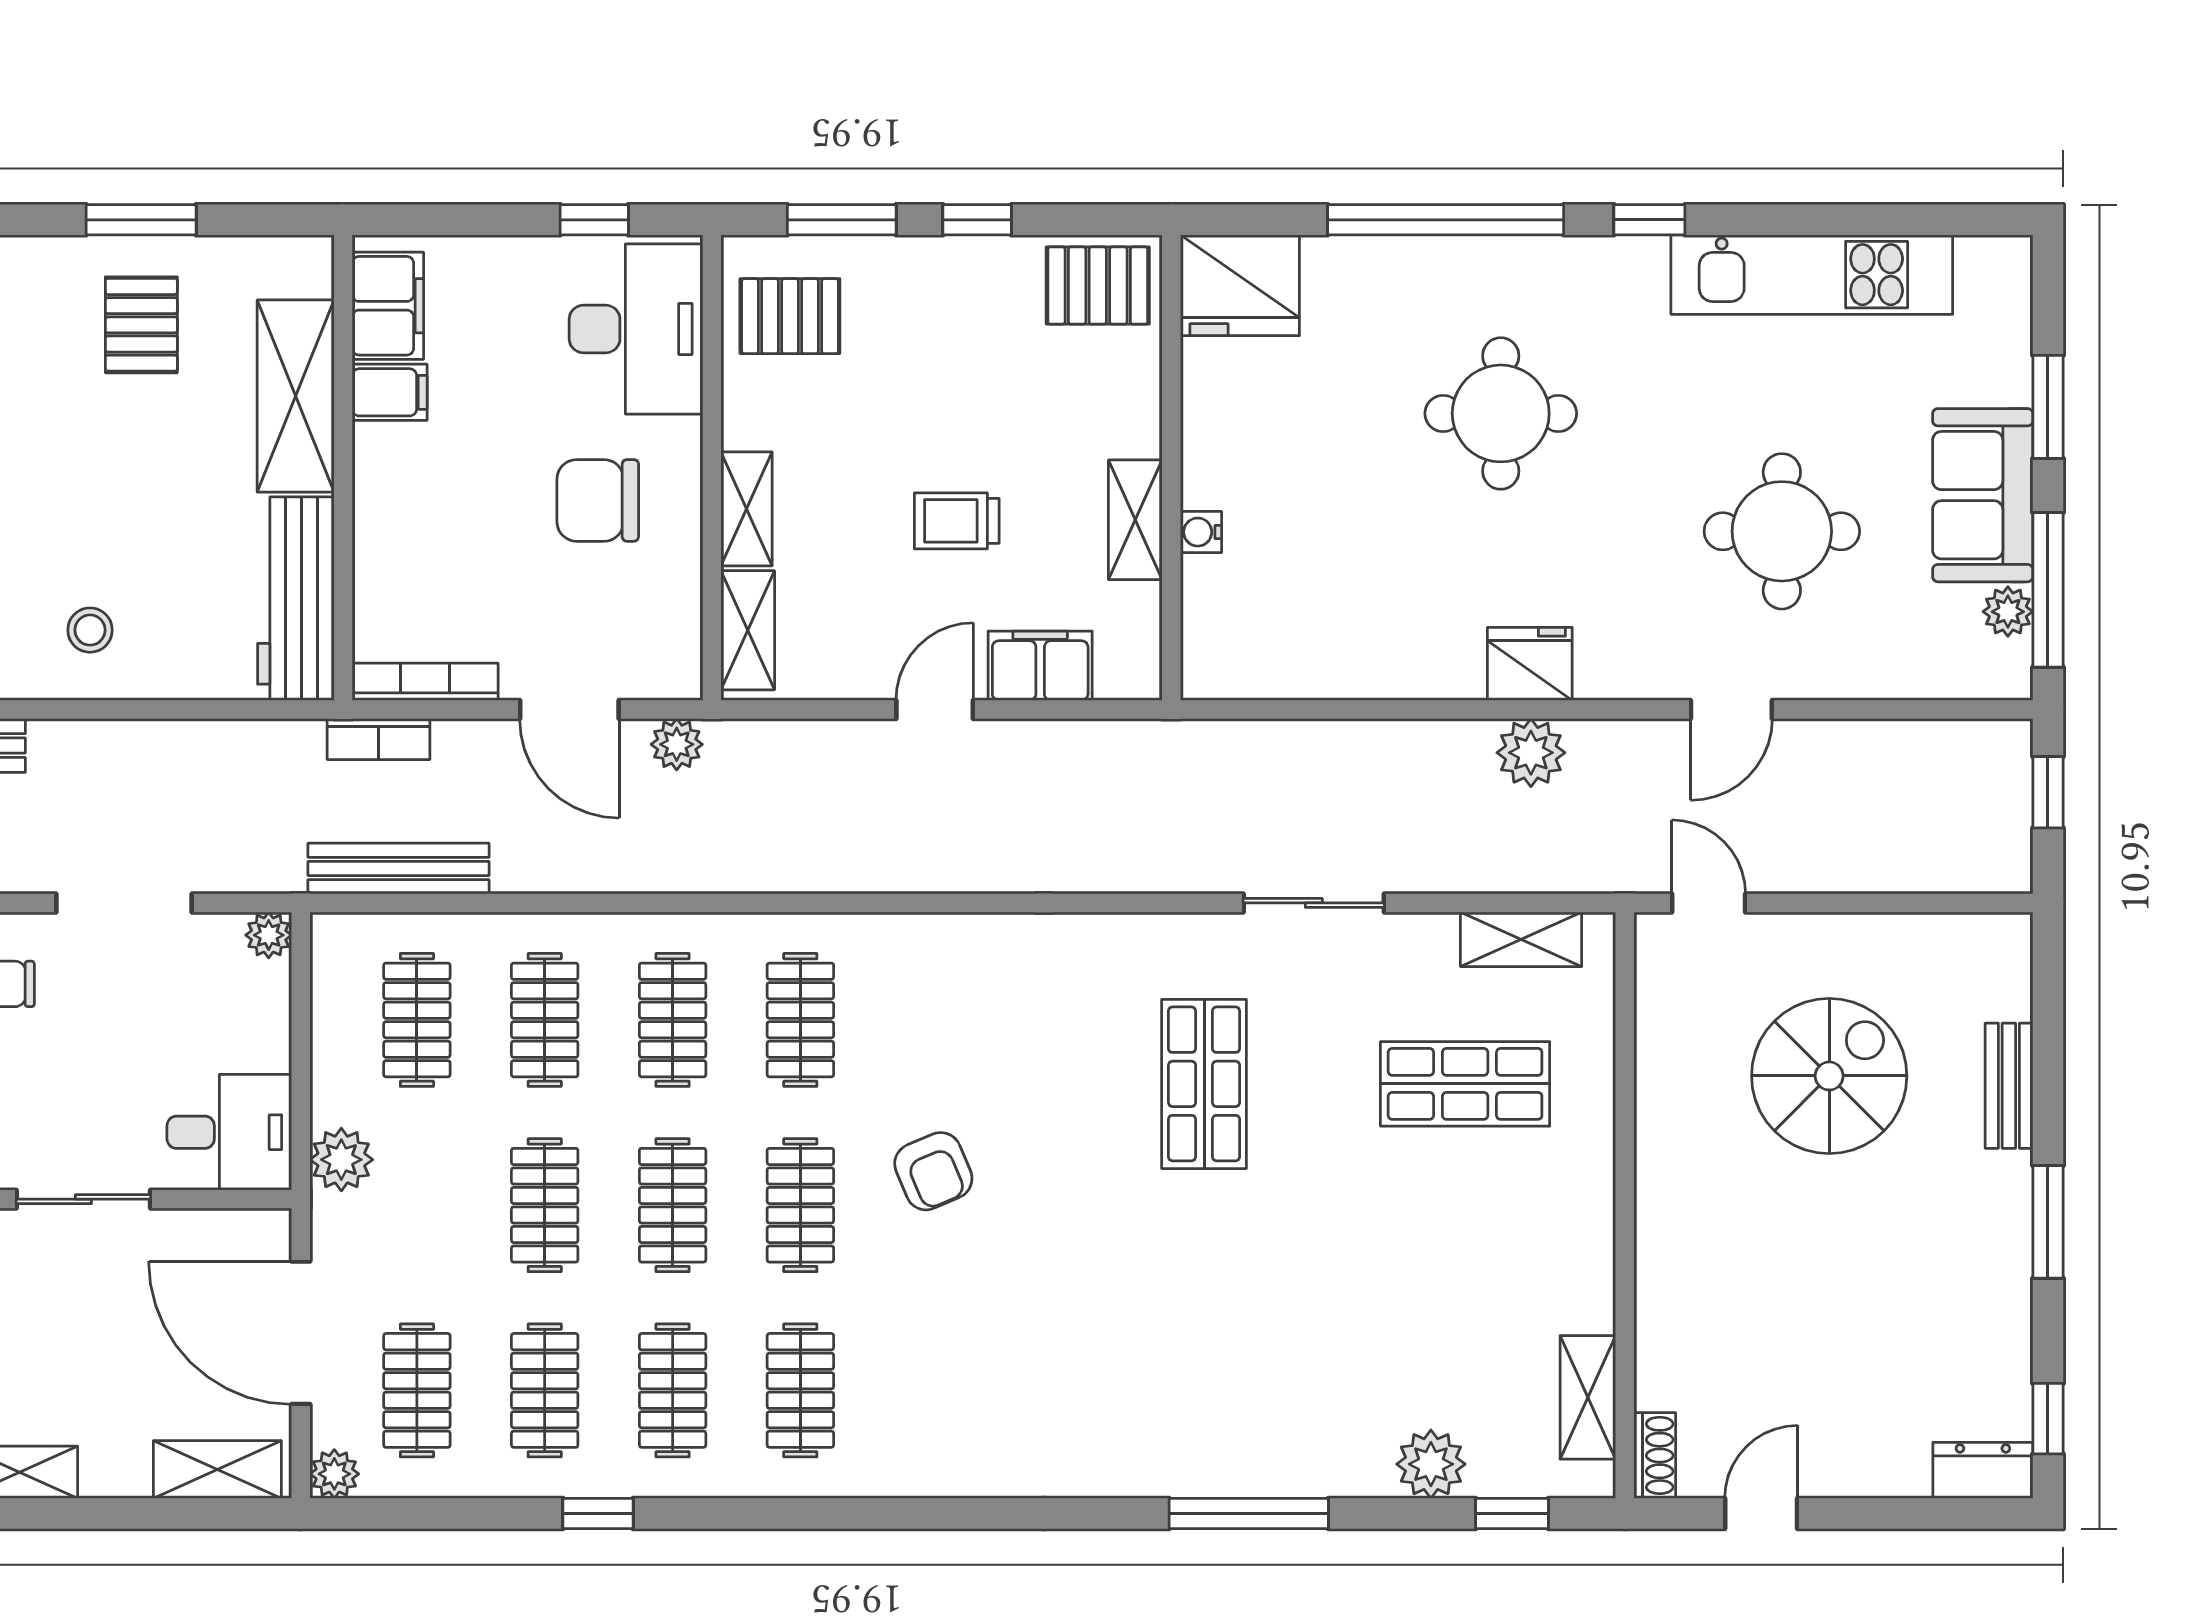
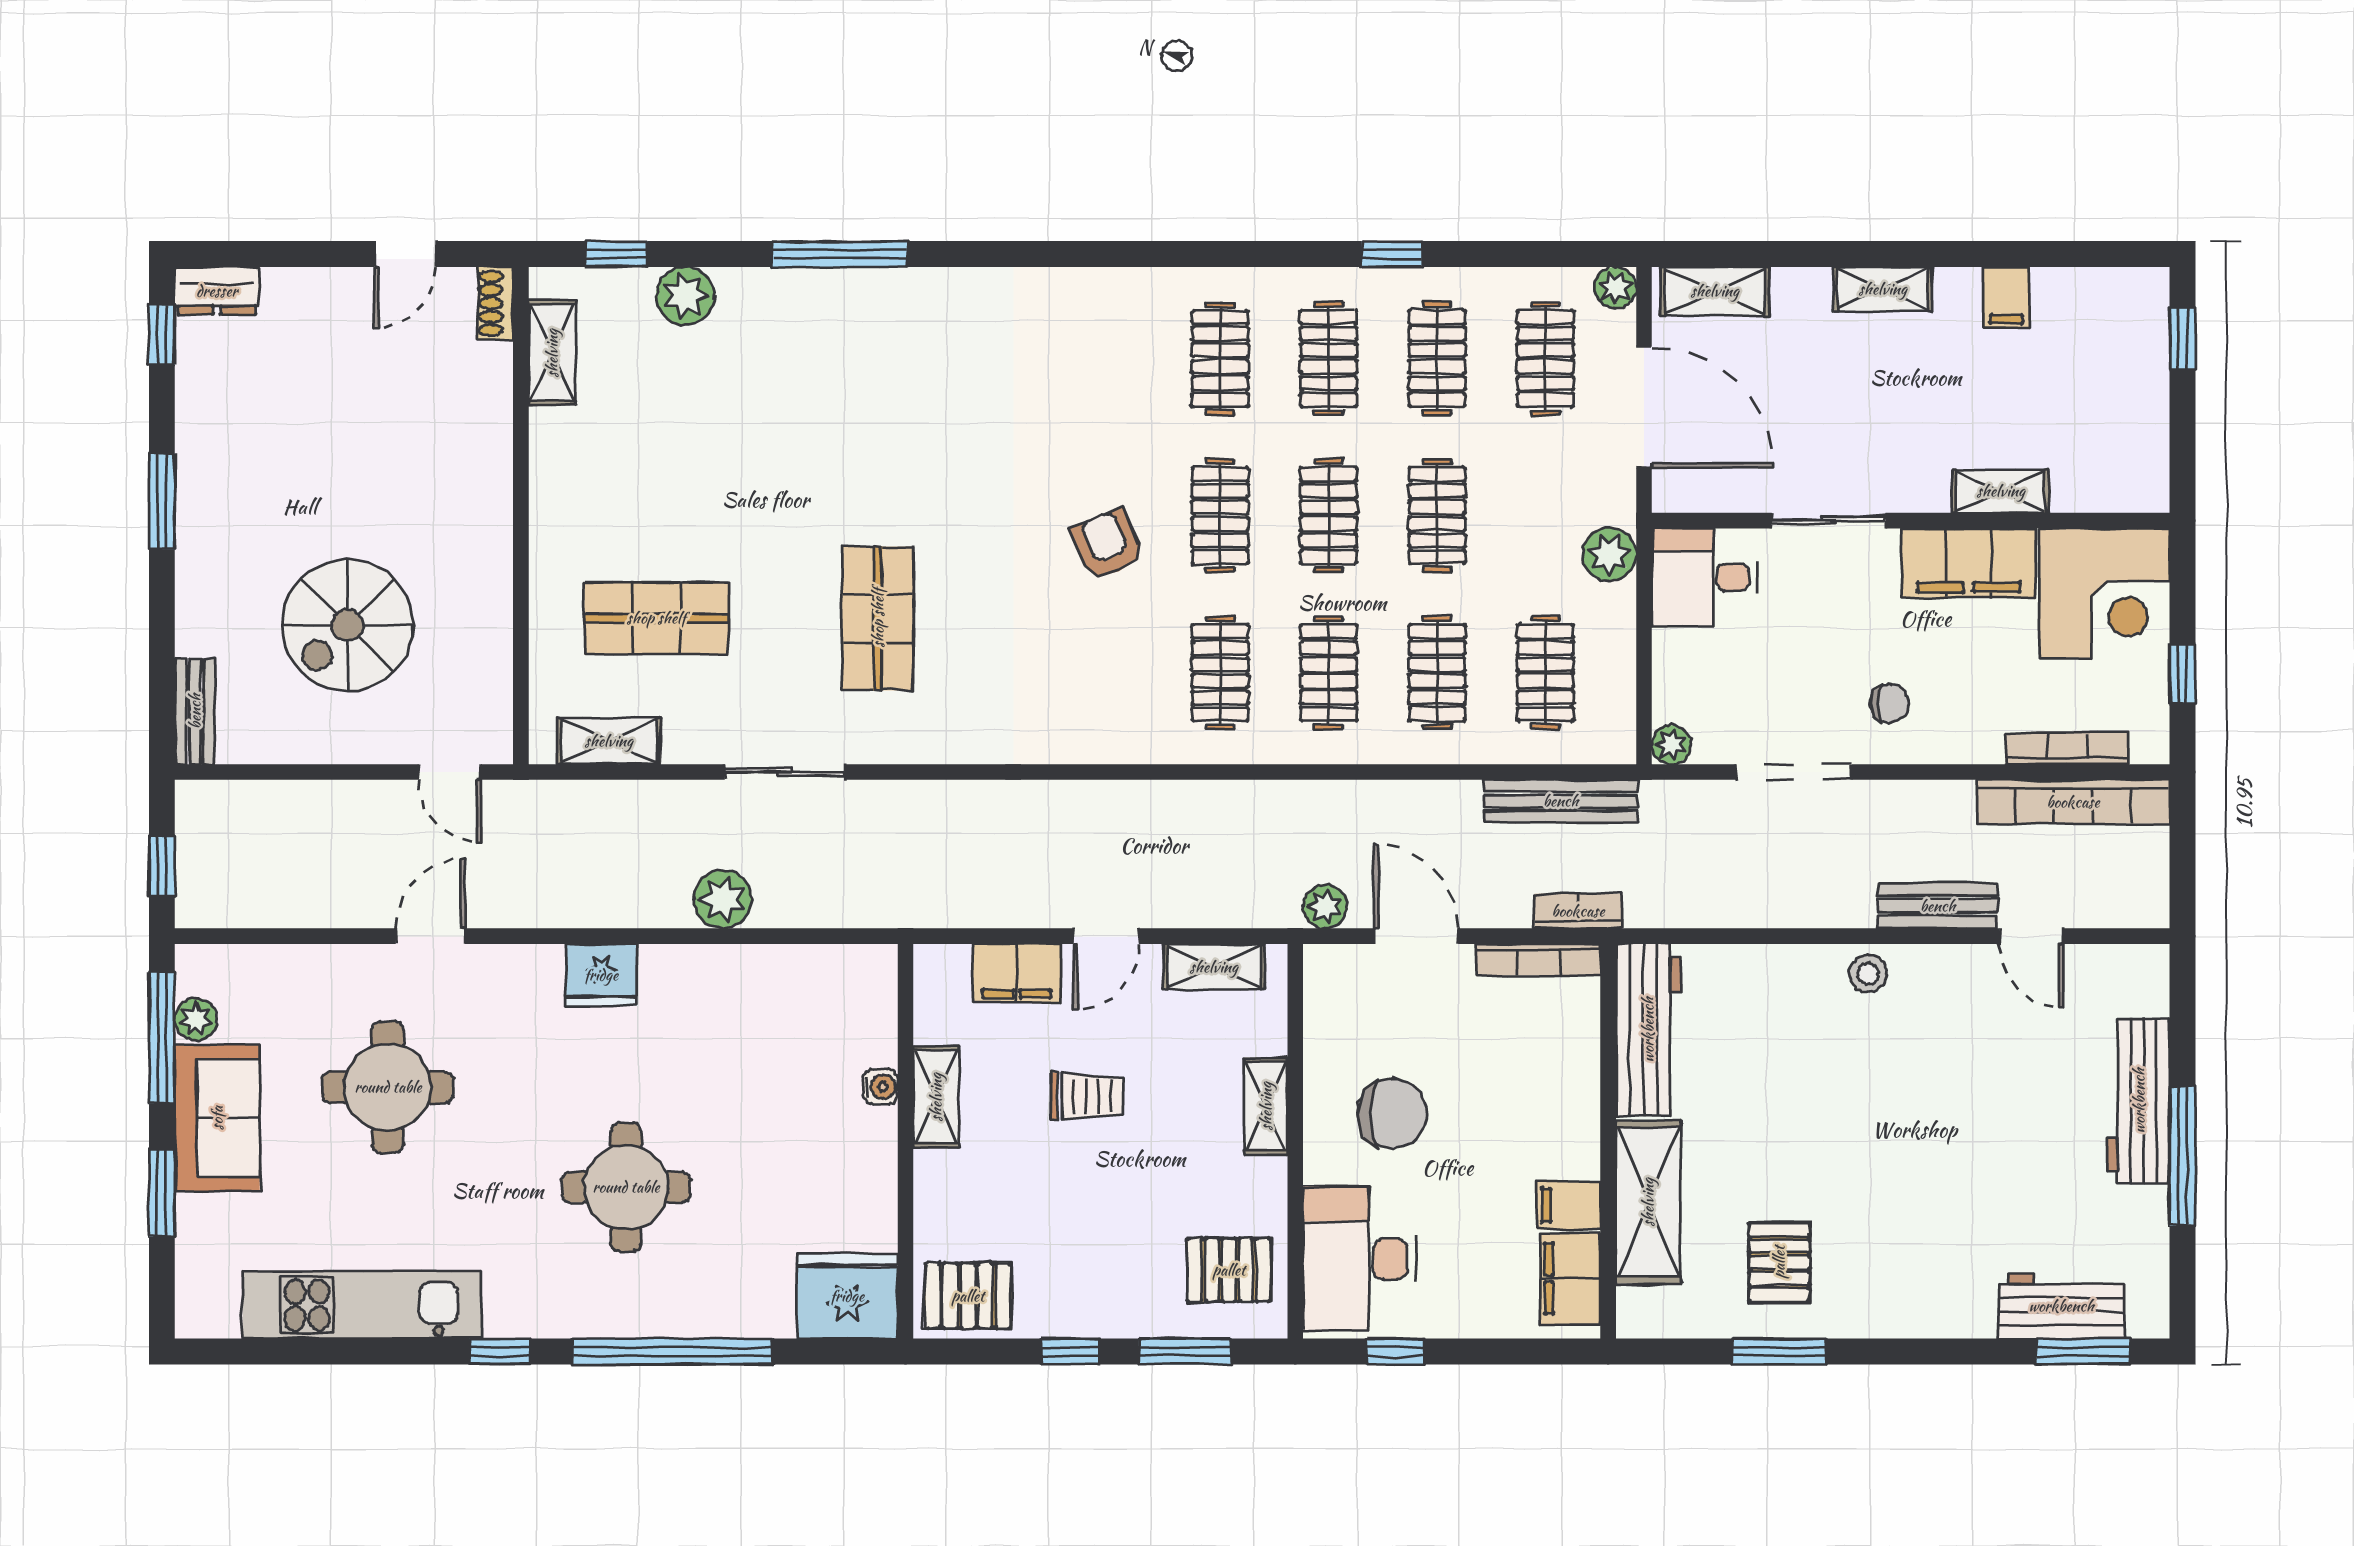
stool: (90, 630) -> (1868, 974), moved
shelving: (748, 630) -> (1214, 967), moved, turned 90
plant: (1531, 753) -> (723, 899), moved
bench: (2009, 1086) -> (195, 711), moved

